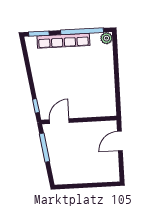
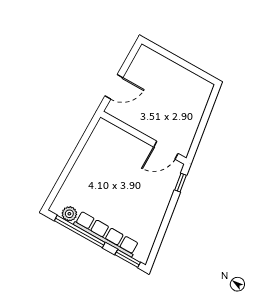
plant: (106, 38) -> (69, 214), moved
window: (44, 148) -> (200, 132), removed

